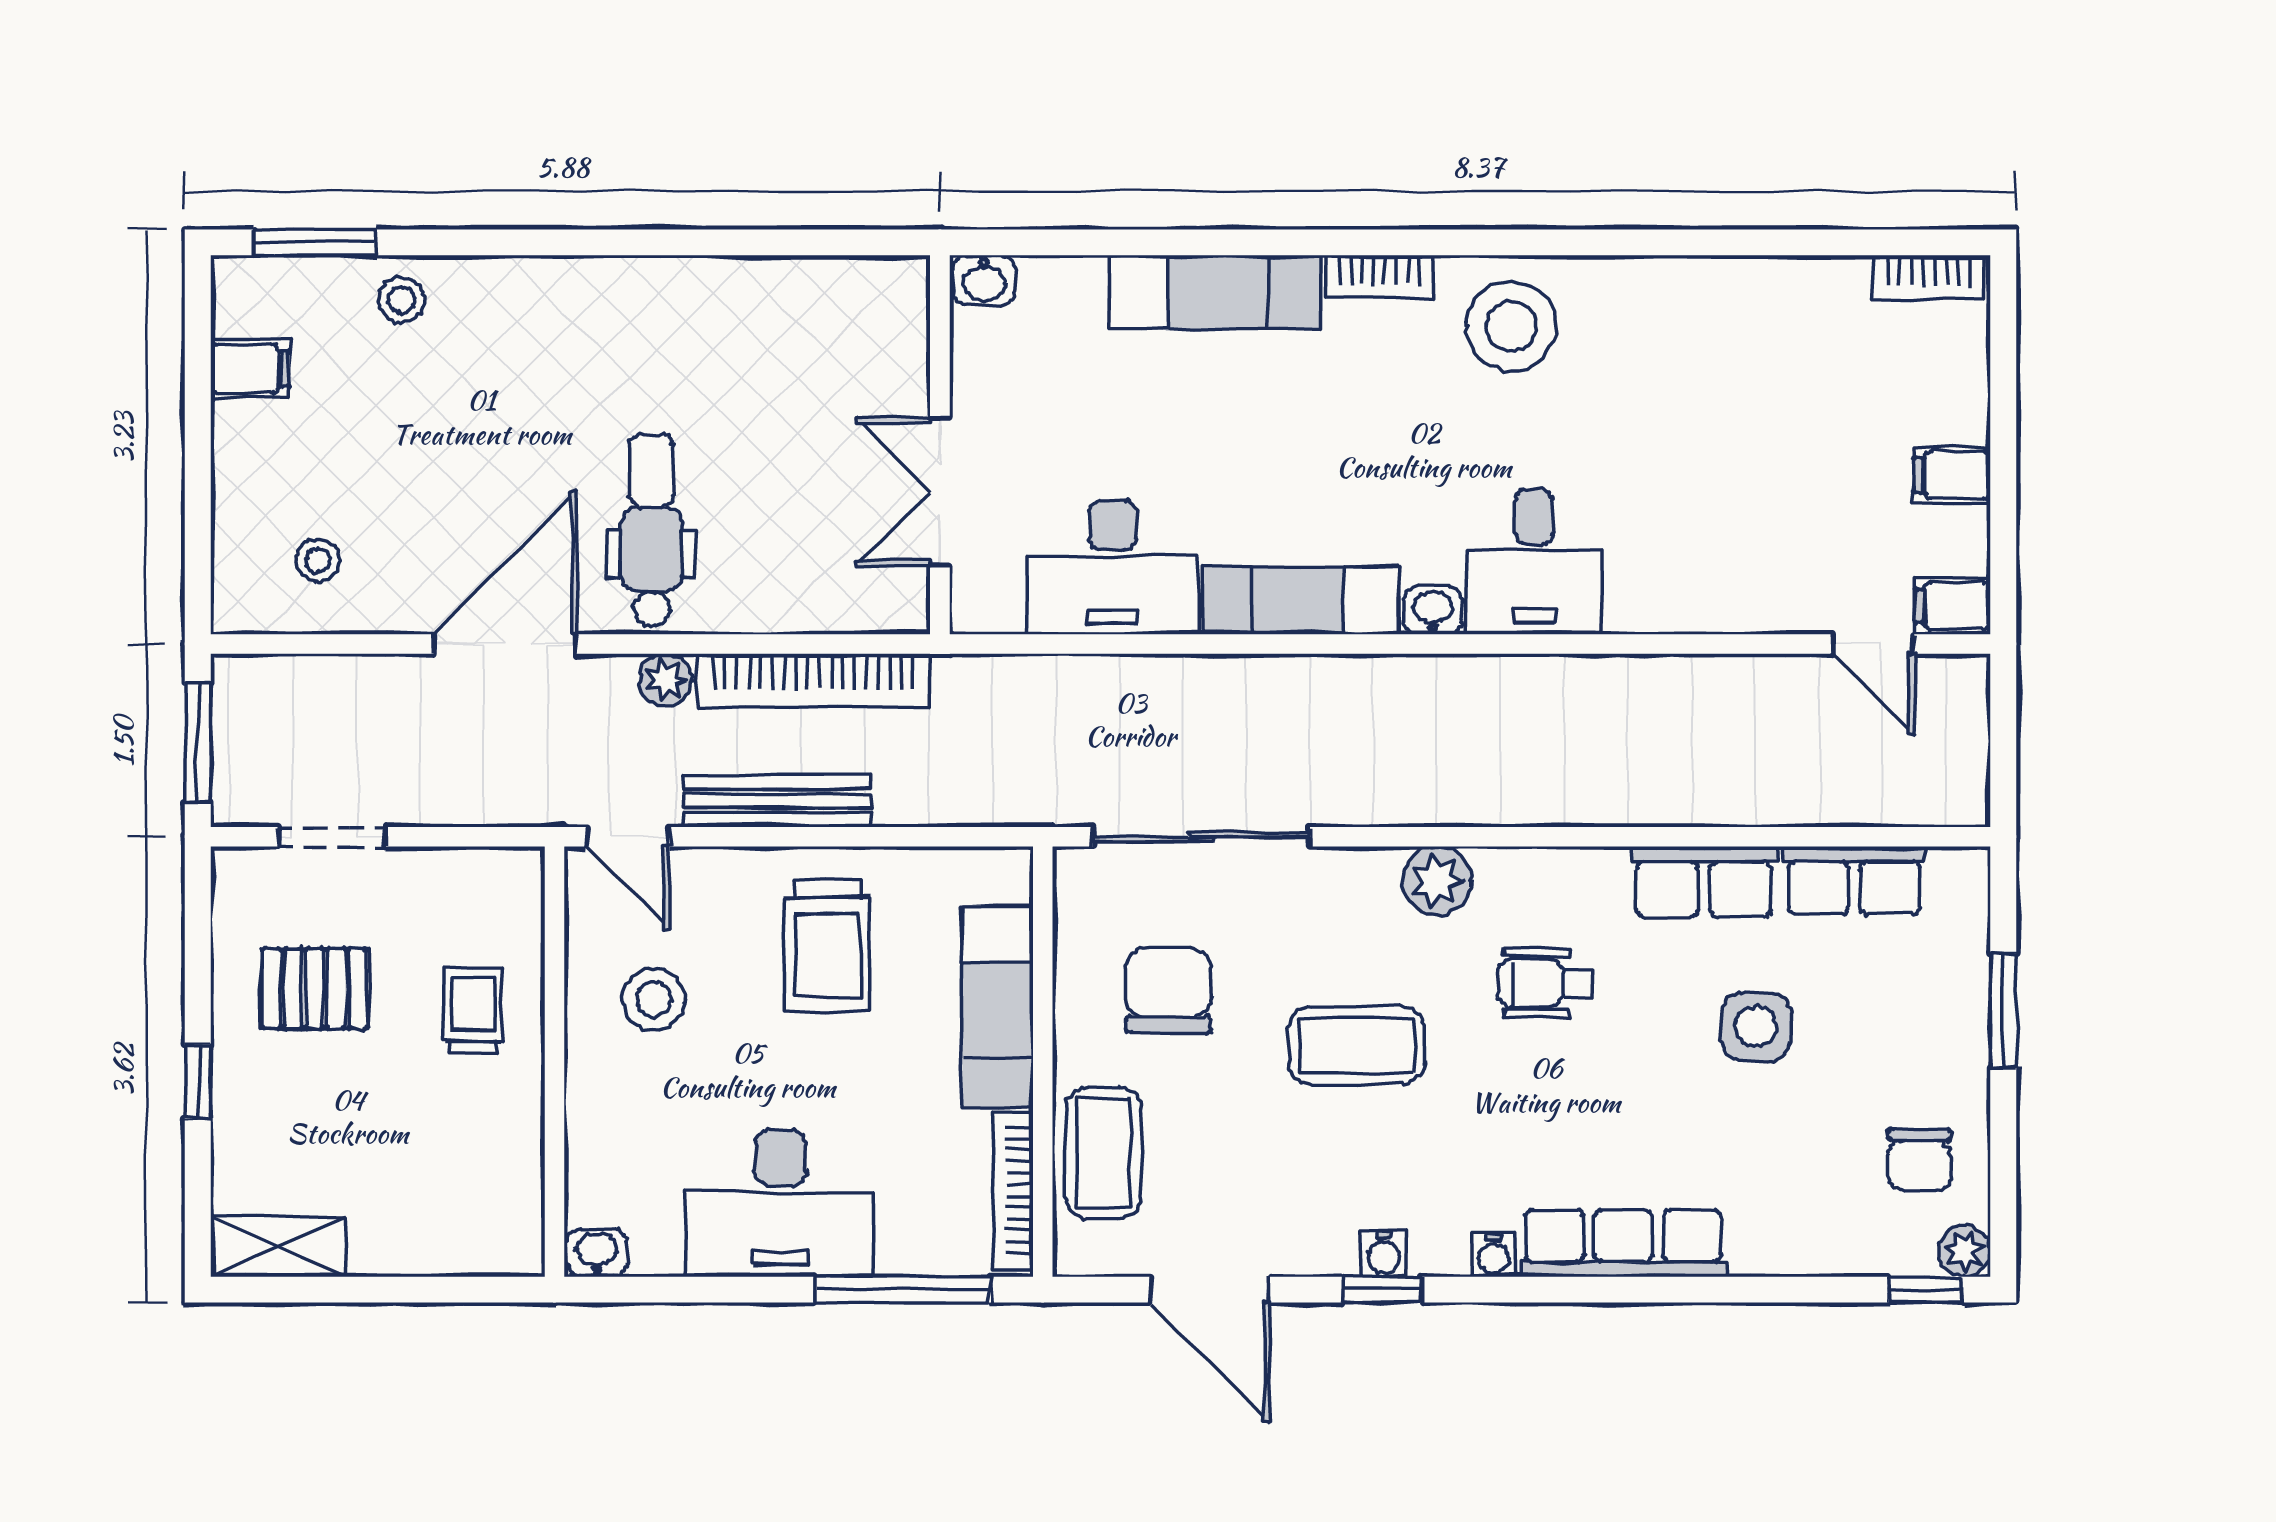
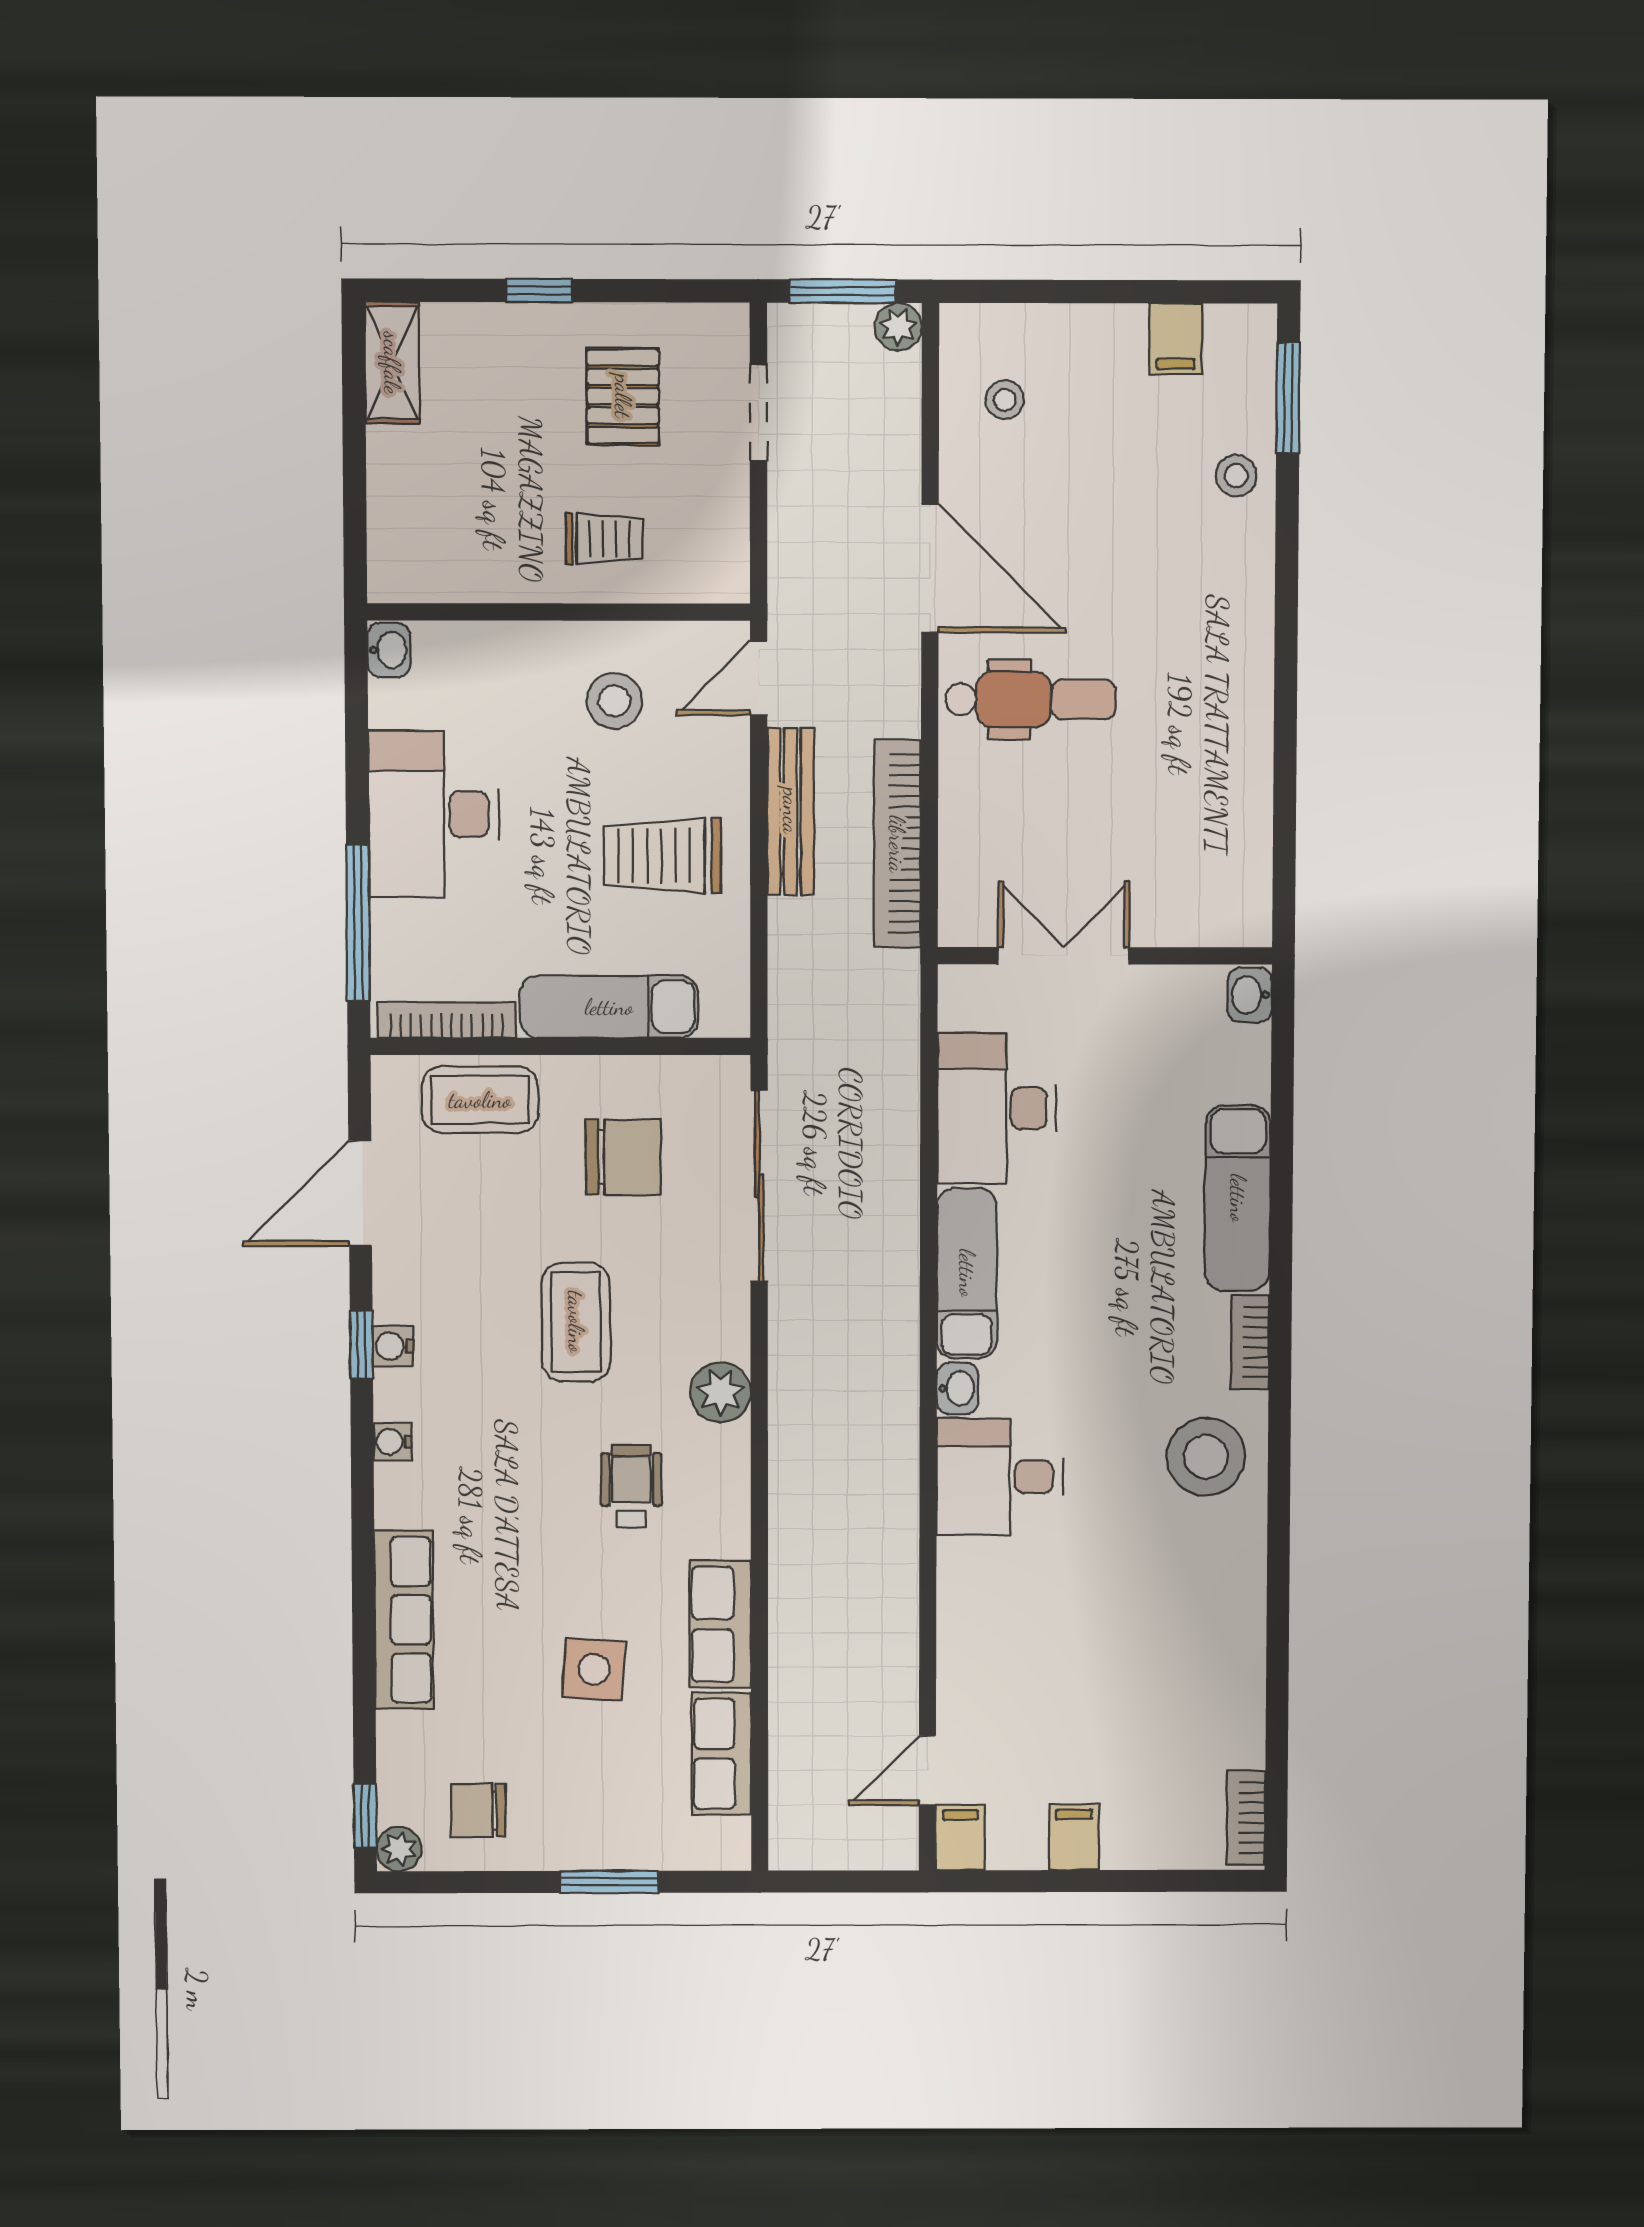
plant: (665, 680) -> (898, 327), moved
row of seats: (1623, 1243) -> (404, 1620), moved

